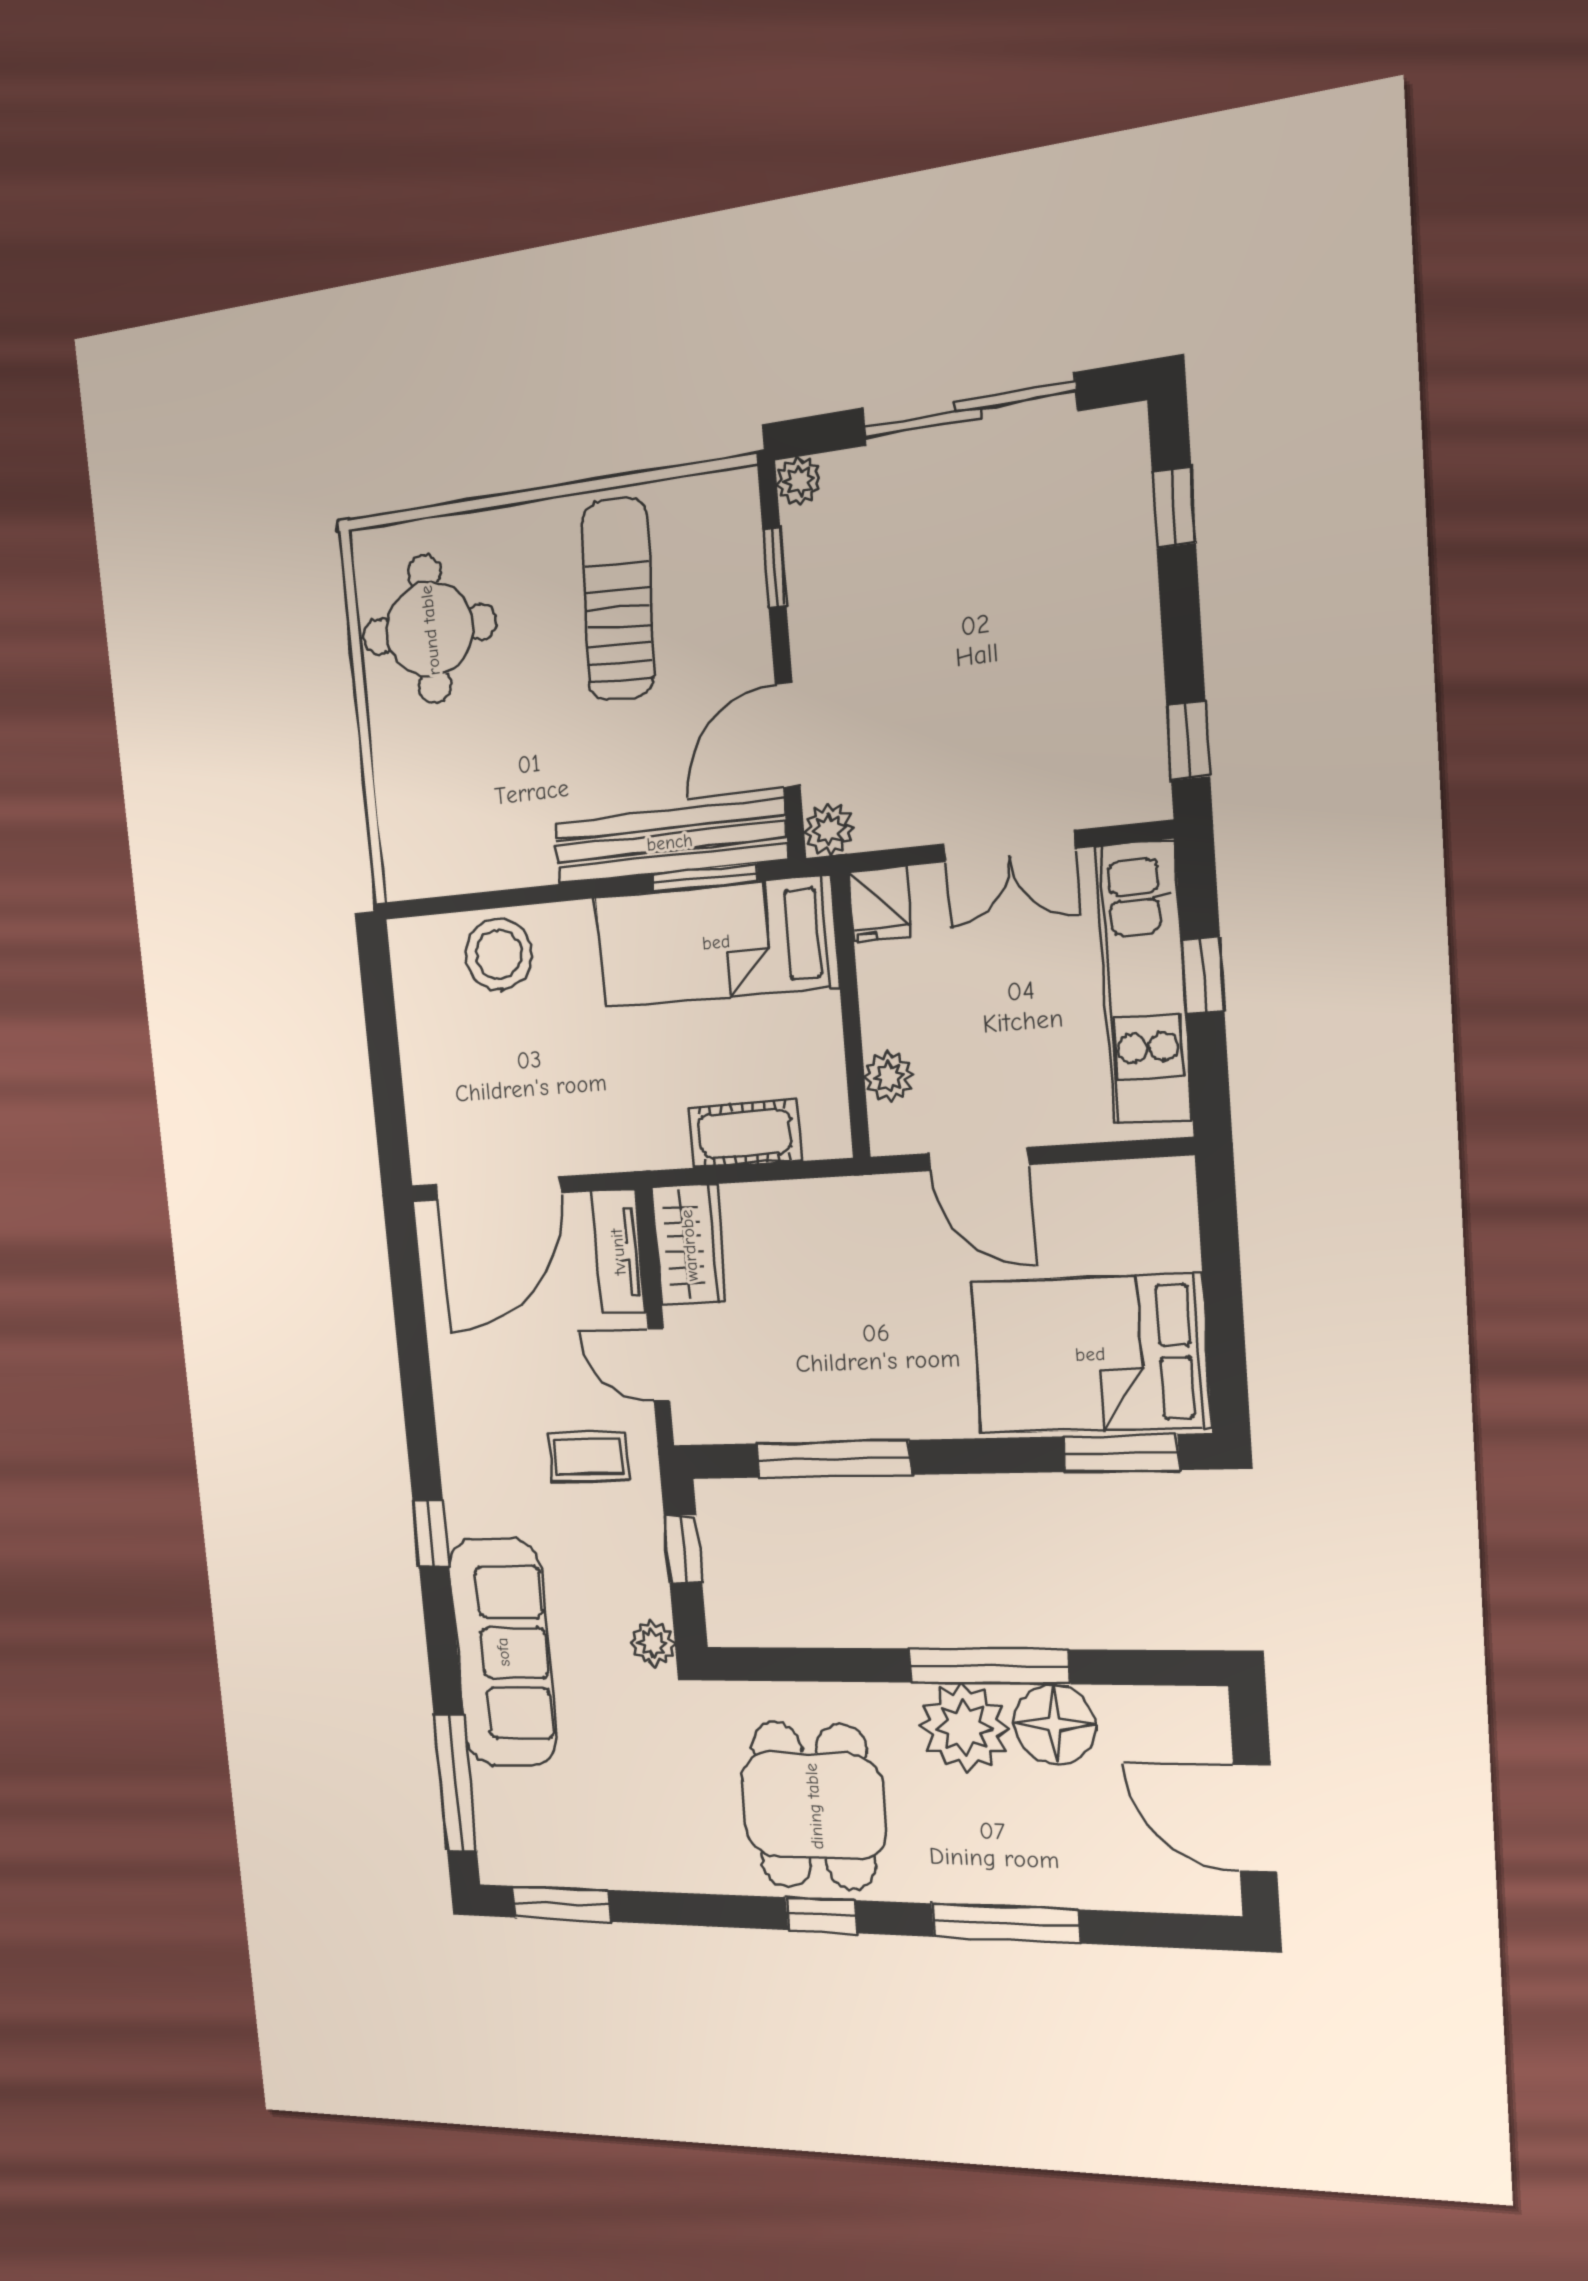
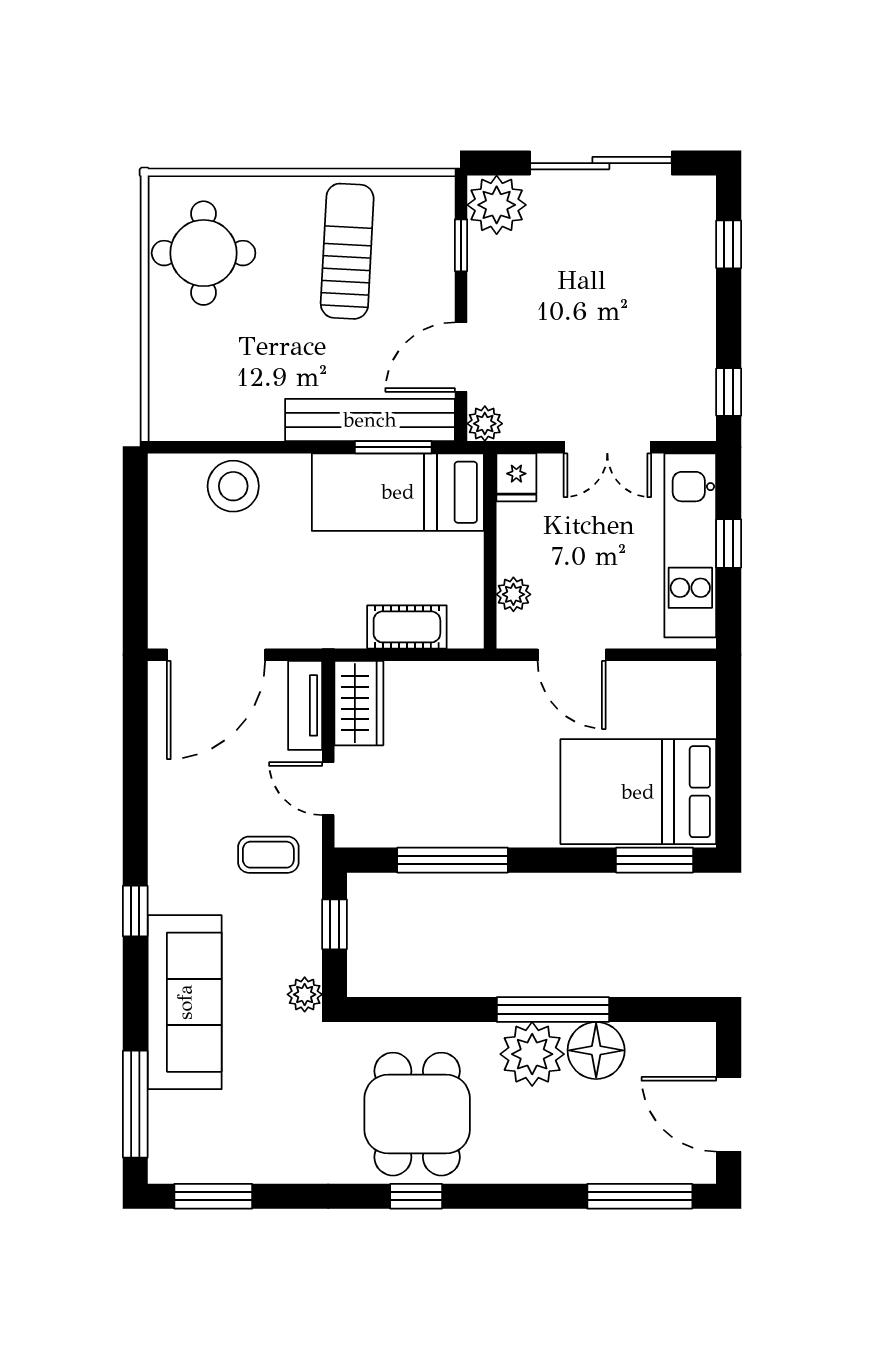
plant: (799, 481) -> (497, 205), width x1.88, depth x1.88
window: (1006, 1923) -> (640, 1196), moved

